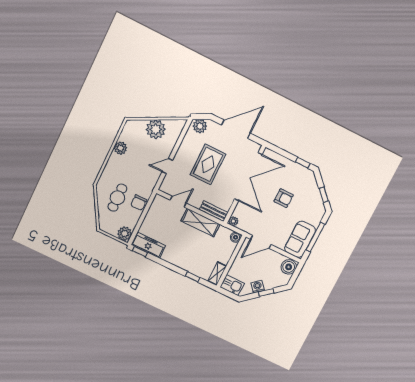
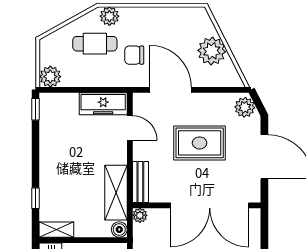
plant: (120, 148) -> (109, 16), moved
door: (167, 166) -> (170, 90), width x1.87
chair: (139, 203) -> (134, 55), moved
shelving: (200, 223) -> (116, 193), moved
freezer: (148, 245) -> (103, 104), moved, turned 90

